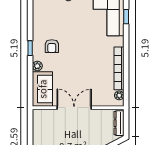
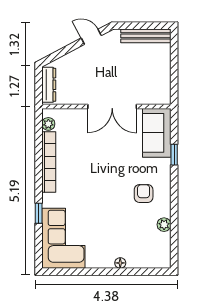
window: (126, 17) -> (39, 213), moved
window: (30, 48) -> (174, 155), moved
plant: (37, 66) -> (164, 225), moved

